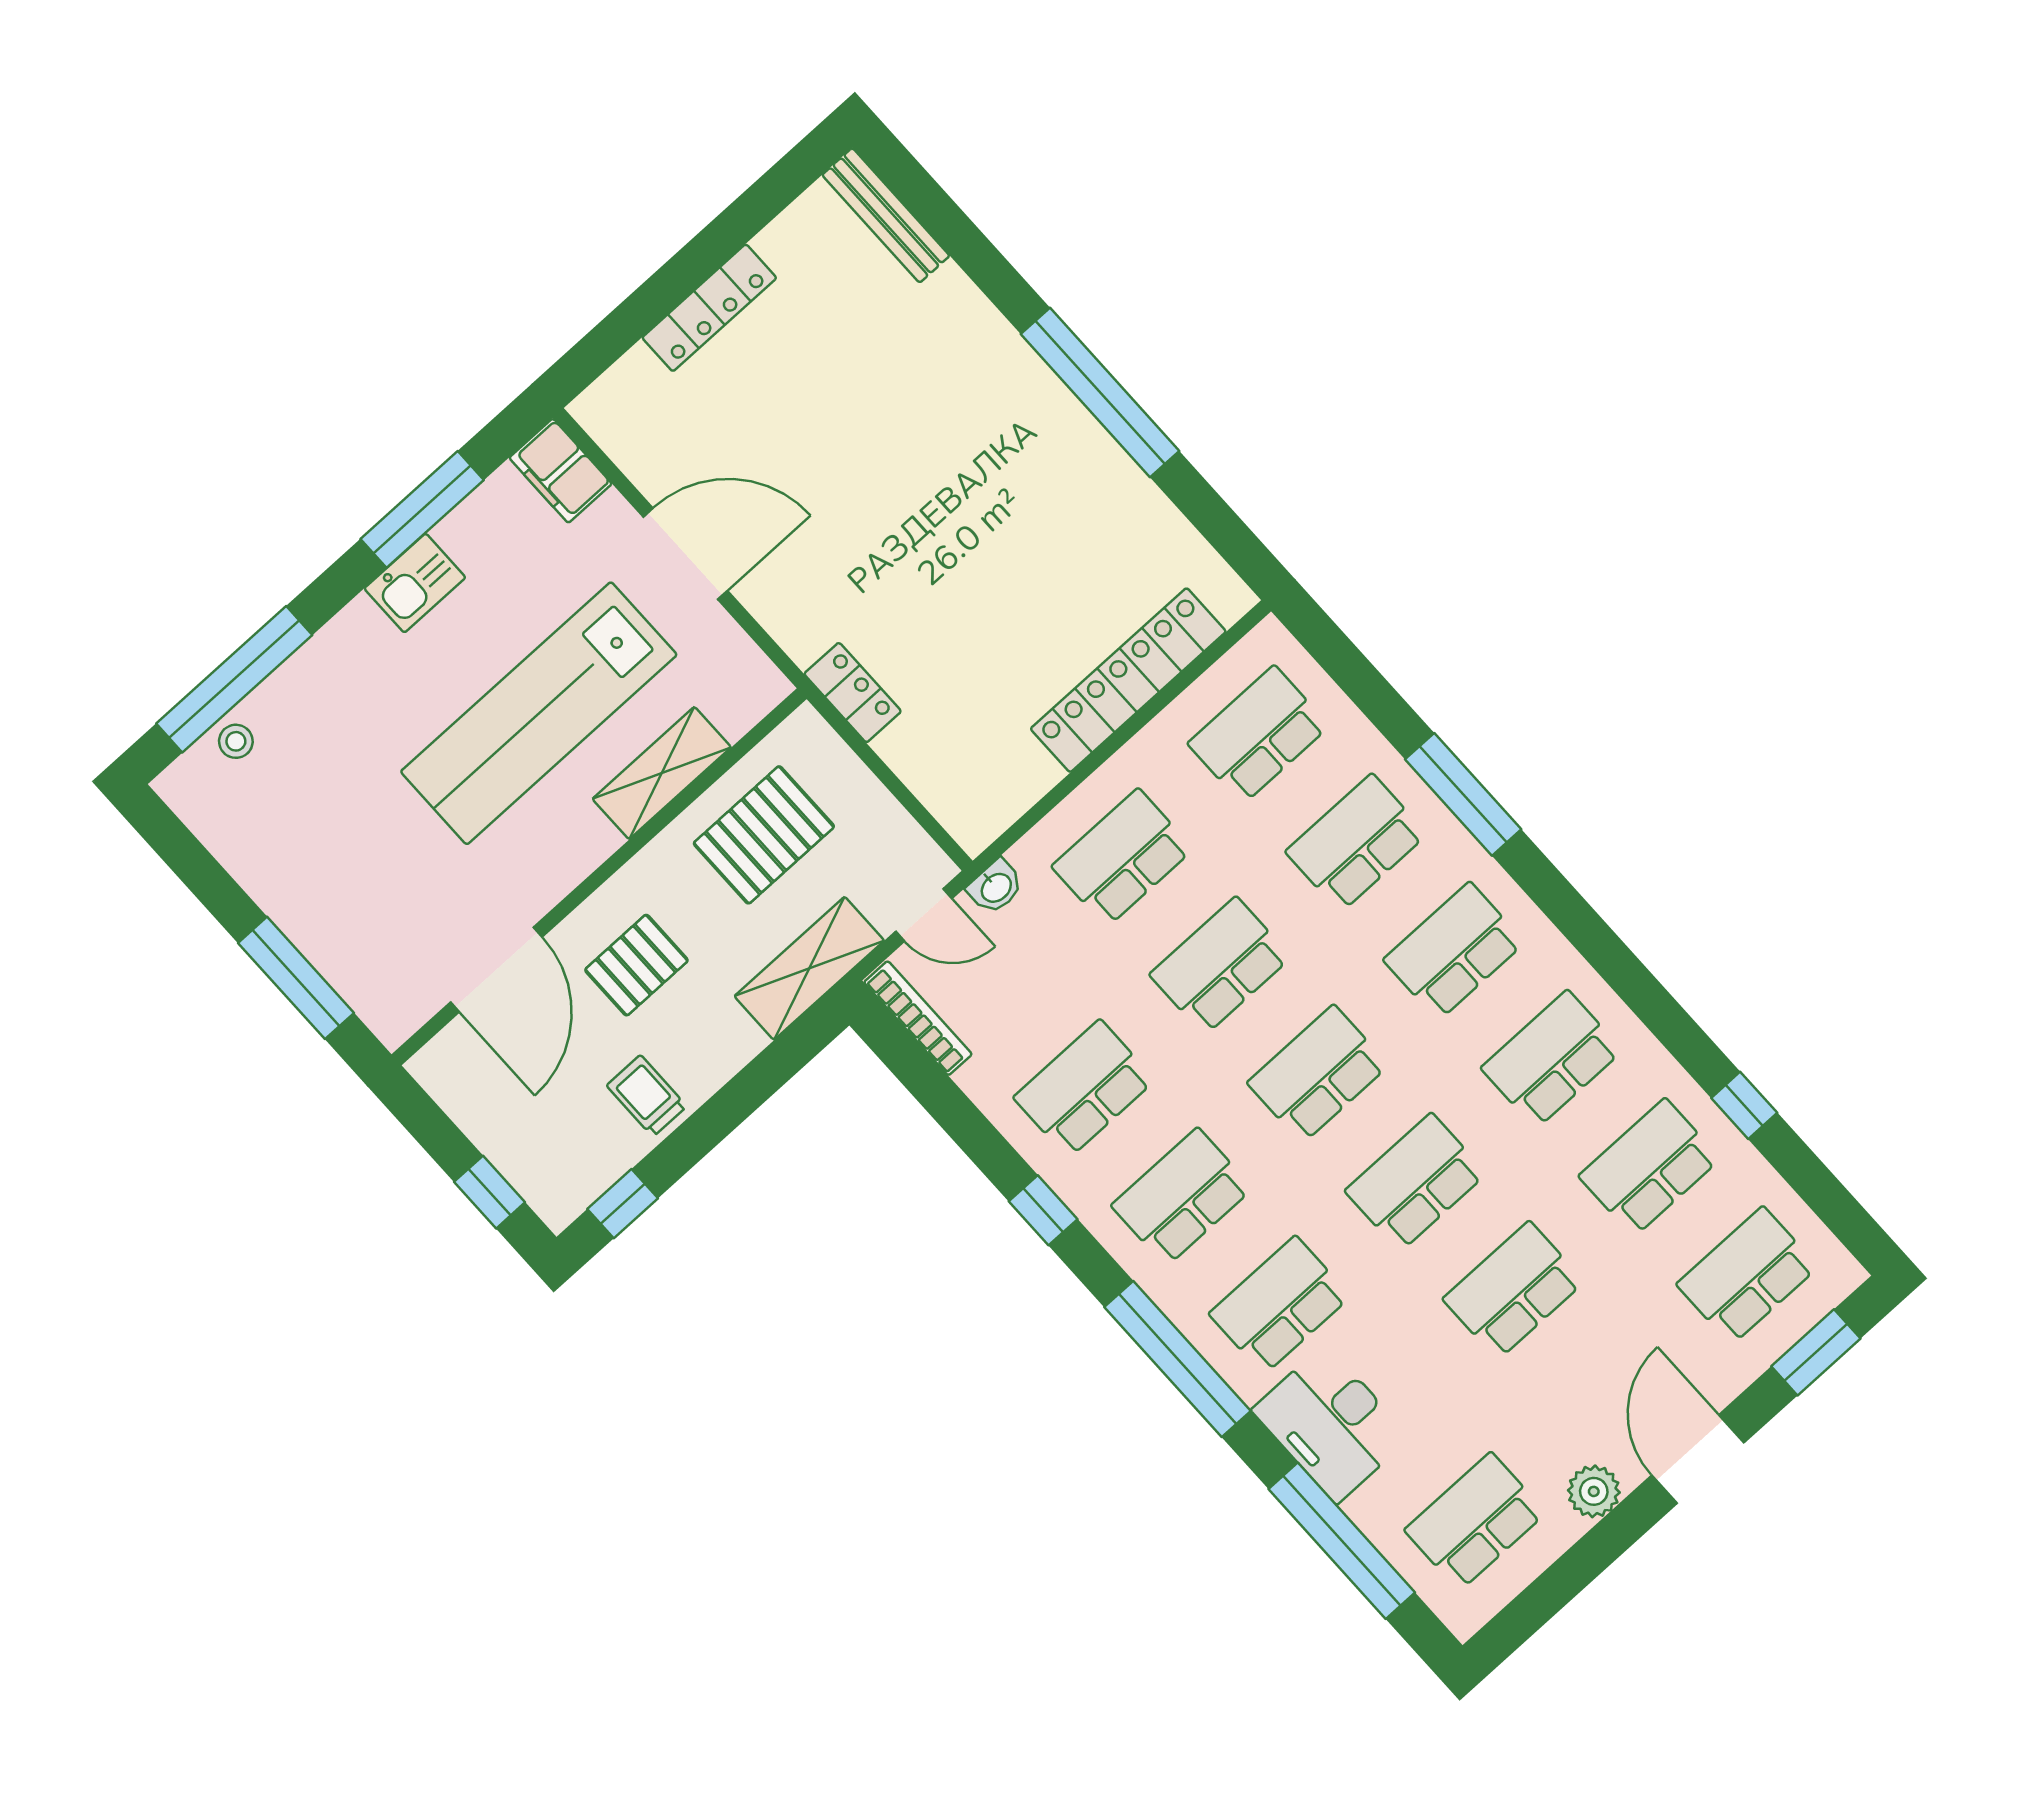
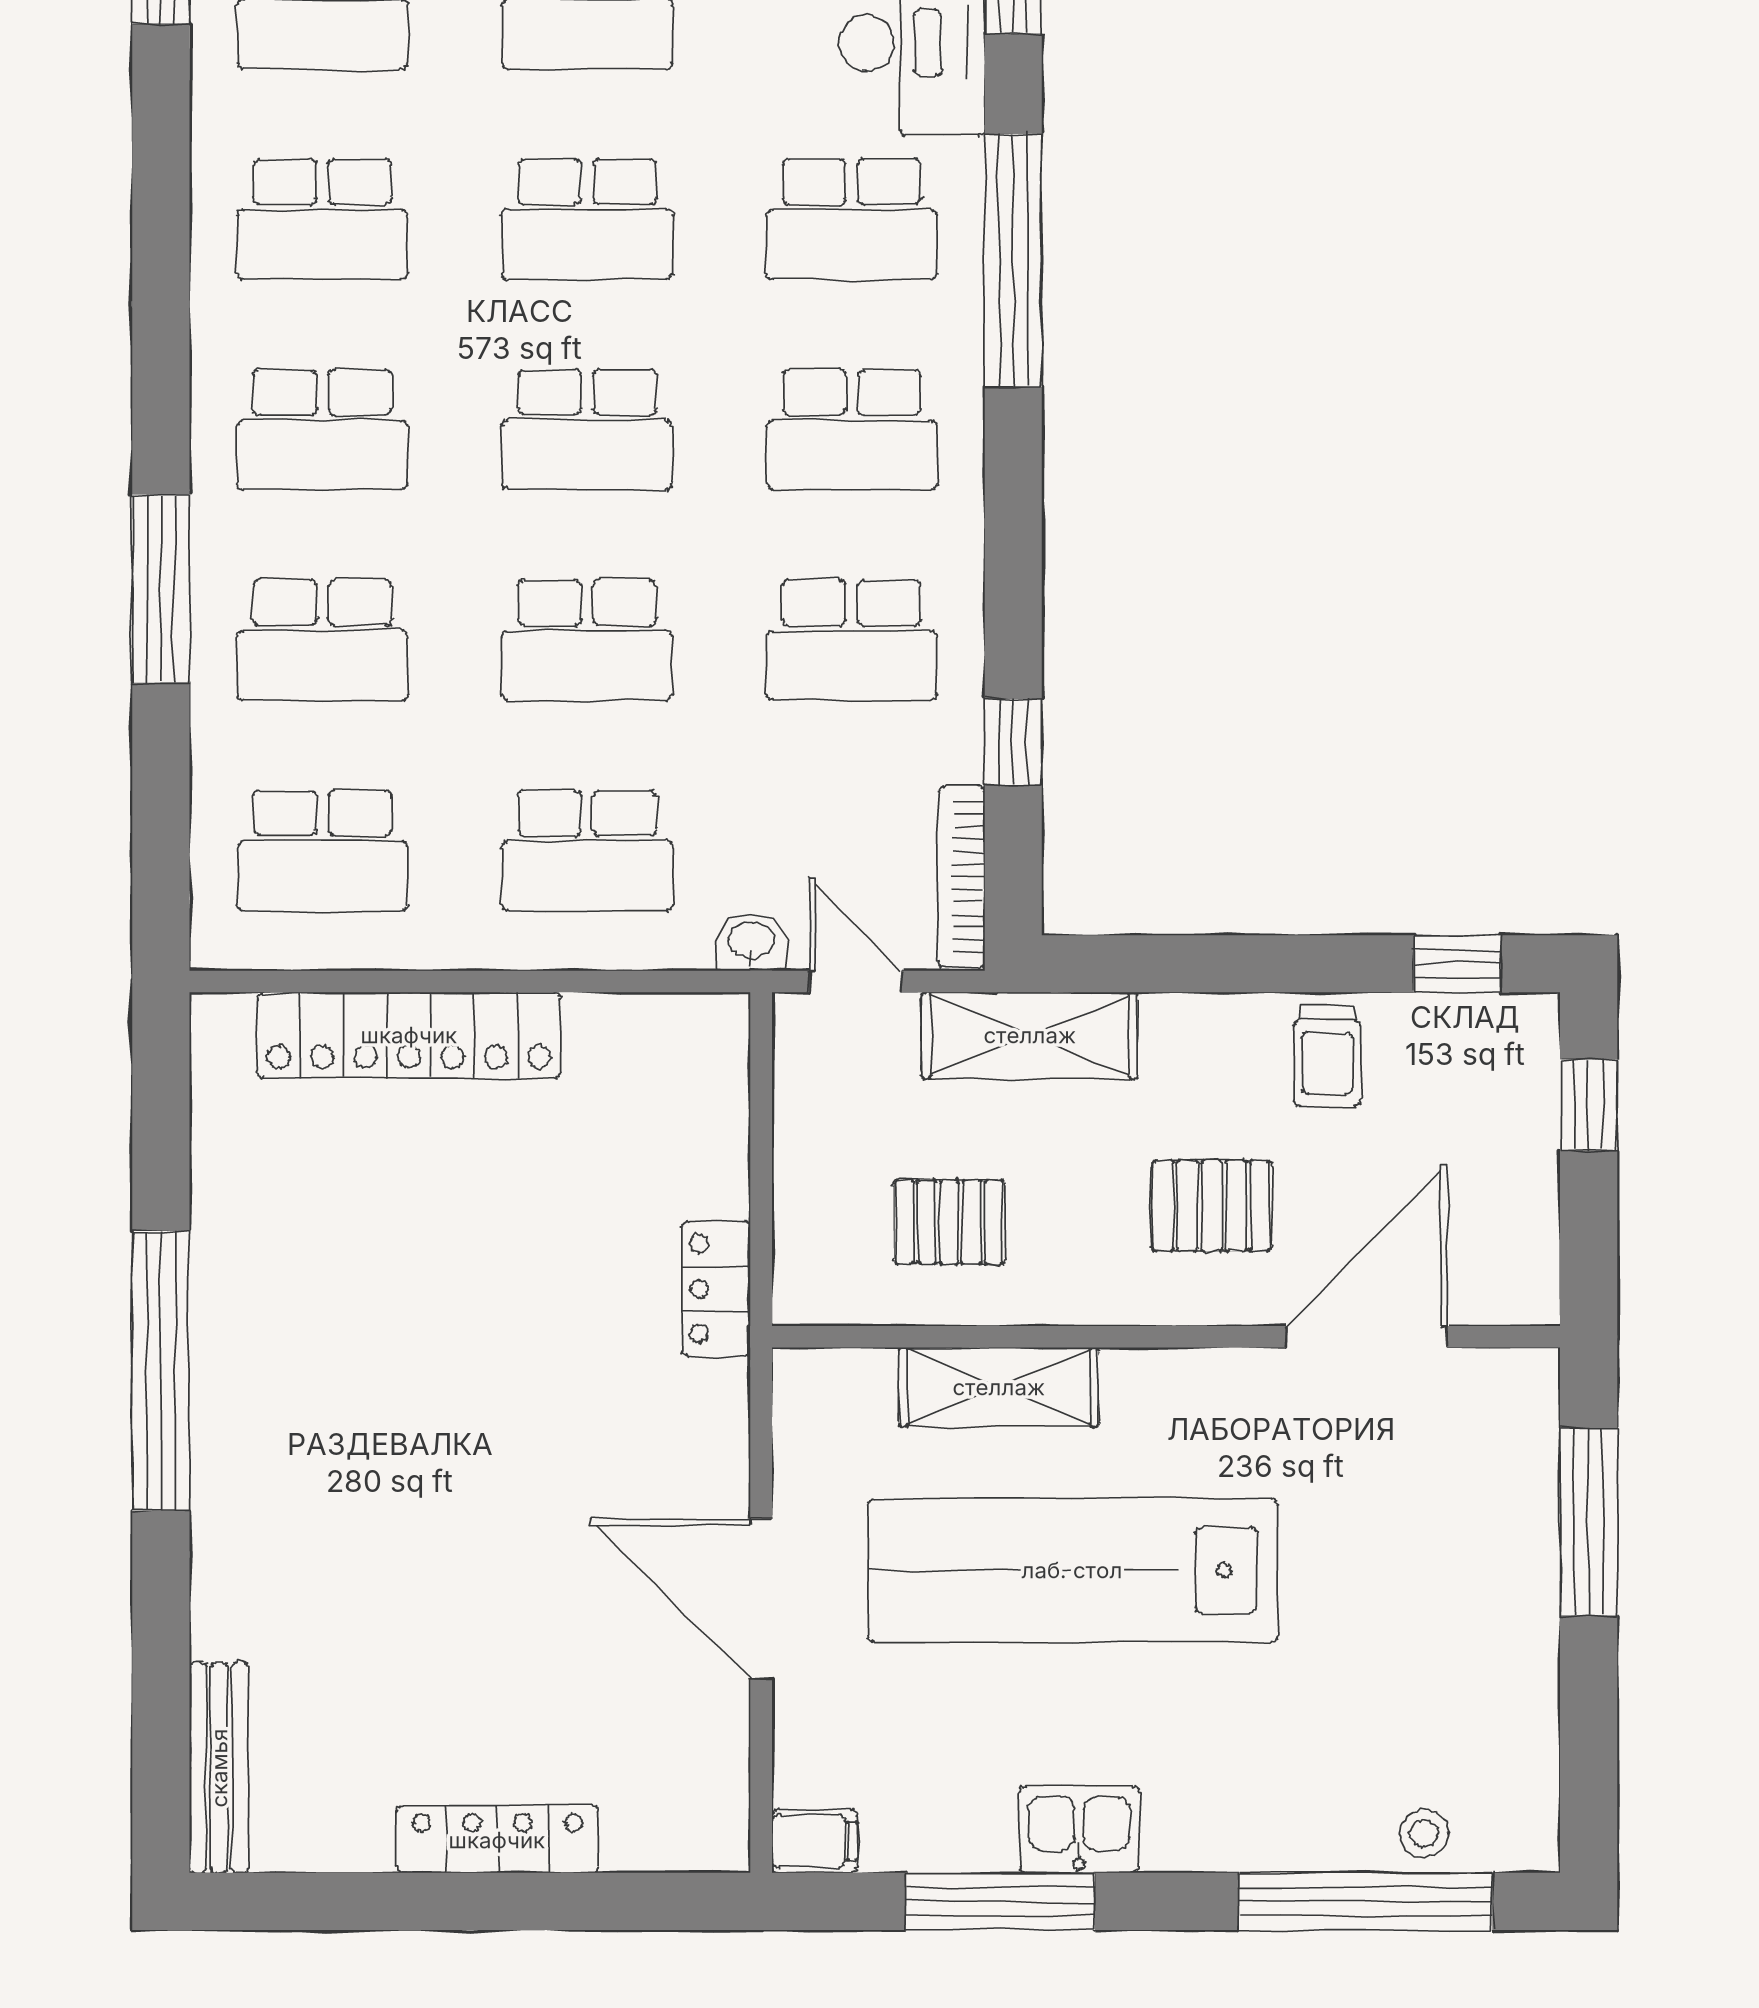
filing cabinet: (561, 471) -> (814, 1841), width x0.50
lab bench: (539, 713) -> (1072, 1570), turned 180
pallet: (764, 835) -> (949, 1222), width x0.67, depth x0.71
window: (1043, 1210) -> (1013, 742), moved

